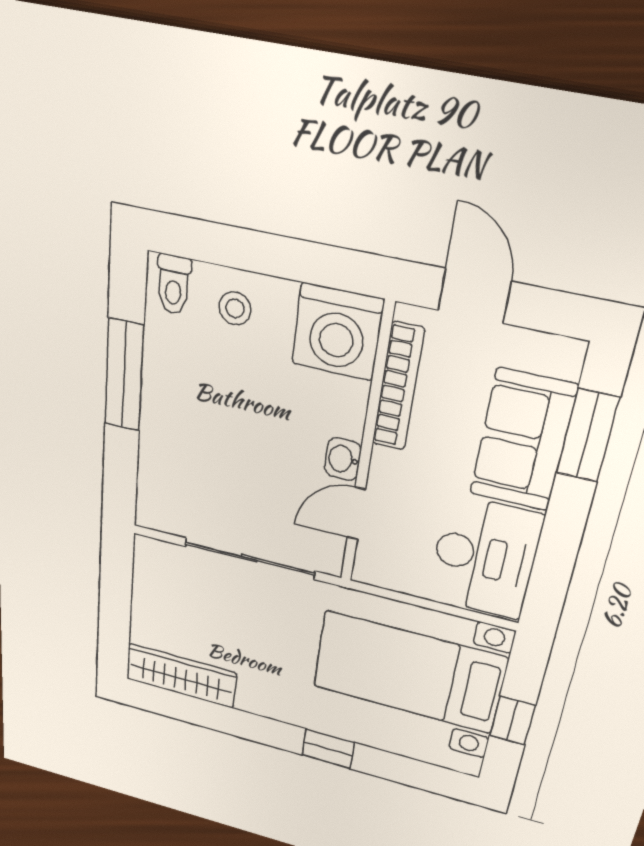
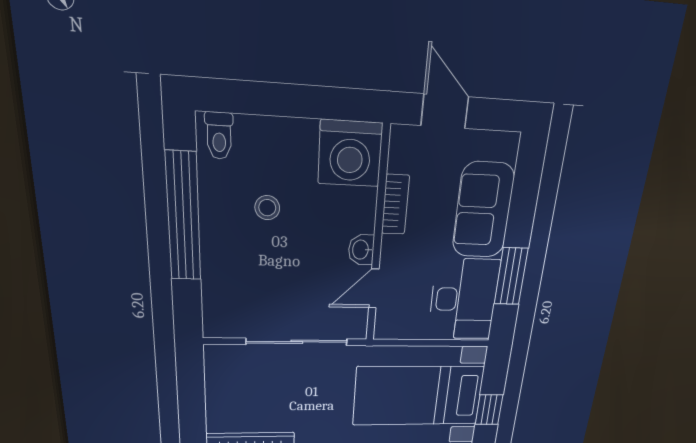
stool: (235, 308) -> (267, 208), moved
window: (124, 375) -> (183, 217), width x1.46
bookcase: (398, 387) -> (395, 205), width x0.64
window: (588, 436) -> (511, 276), moved

